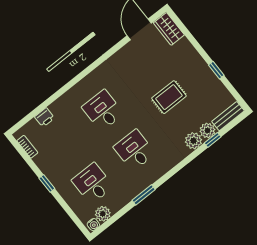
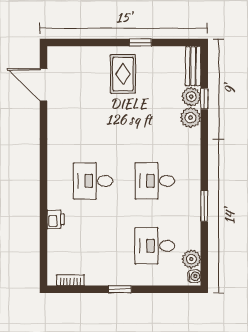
wardrobe: (169, 29) -> (65, 56), removed
rug: (169, 97) -> (123, 74), moved
printer: (45, 117) -> (56, 219), moved

